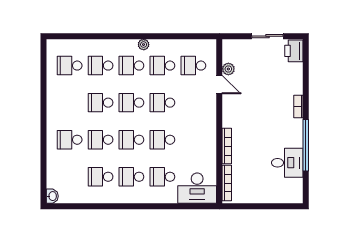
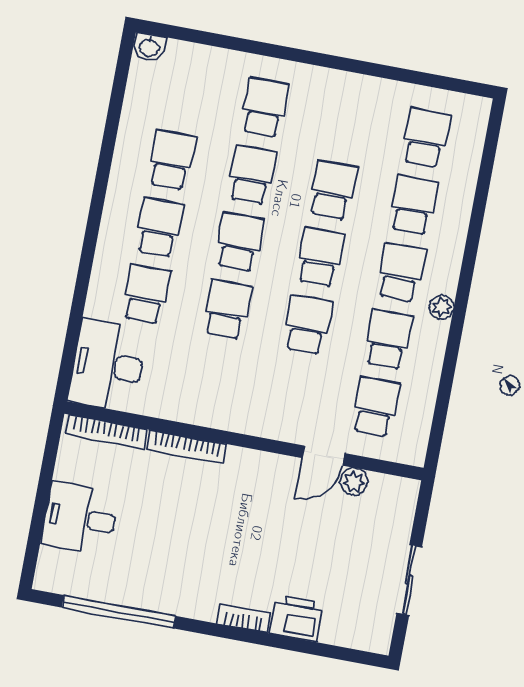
printer: (294, 51) -> (297, 618), moved
window: (306, 145) -> (119, 612), moved
desk: (287, 163) -> (80, 518), moved, turned 90

